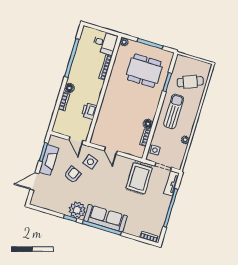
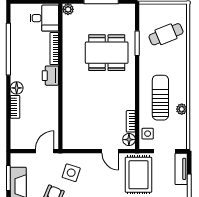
dining table: (144, 71) -> (107, 53), moved
printer: (89, 111) -> (50, 76), moved
sun lounger: (174, 111) -> (160, 98), moved
floor lamp: (148, 124) -> (129, 140), moved
door: (76, 140) -> (45, 151), swing flipped
door: (111, 151) -> (110, 151), moved

